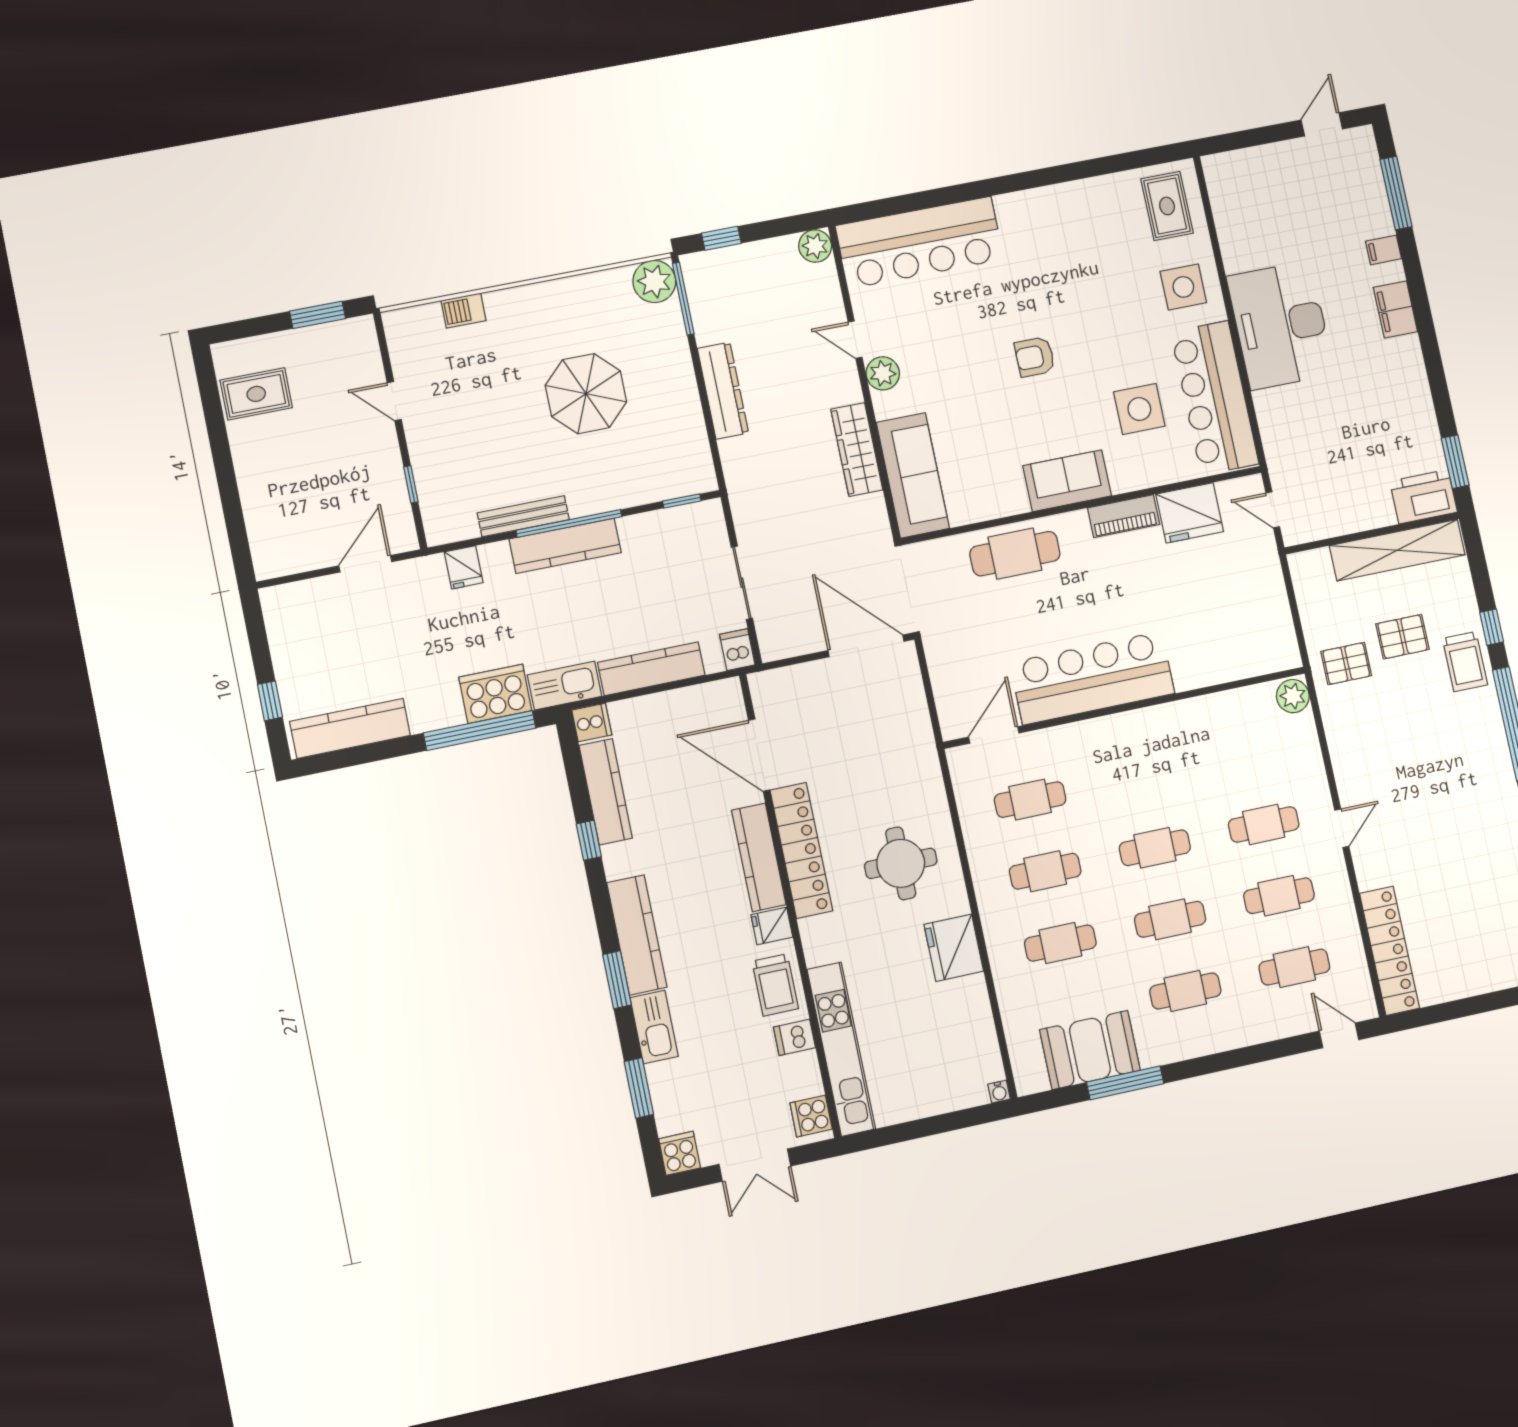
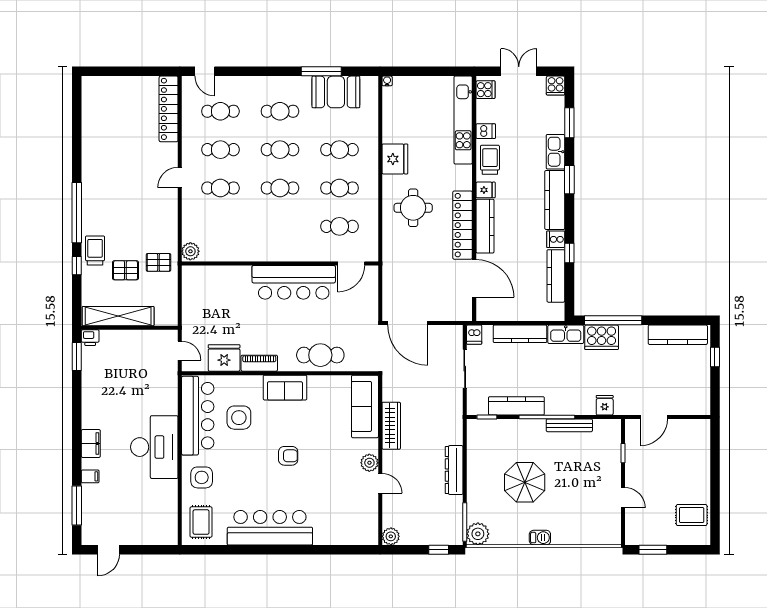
bar counter: (920, 242) -> (270, 528), moved
barbecue: (463, 311) -> (540, 538), moved
printer: (1423, 497) -> (90, 338), width x0.53, depth x0.68
kitchen counter: (565, 546) -> (516, 406), moved
cooker: (592, 722) -> (556, 239), moved

